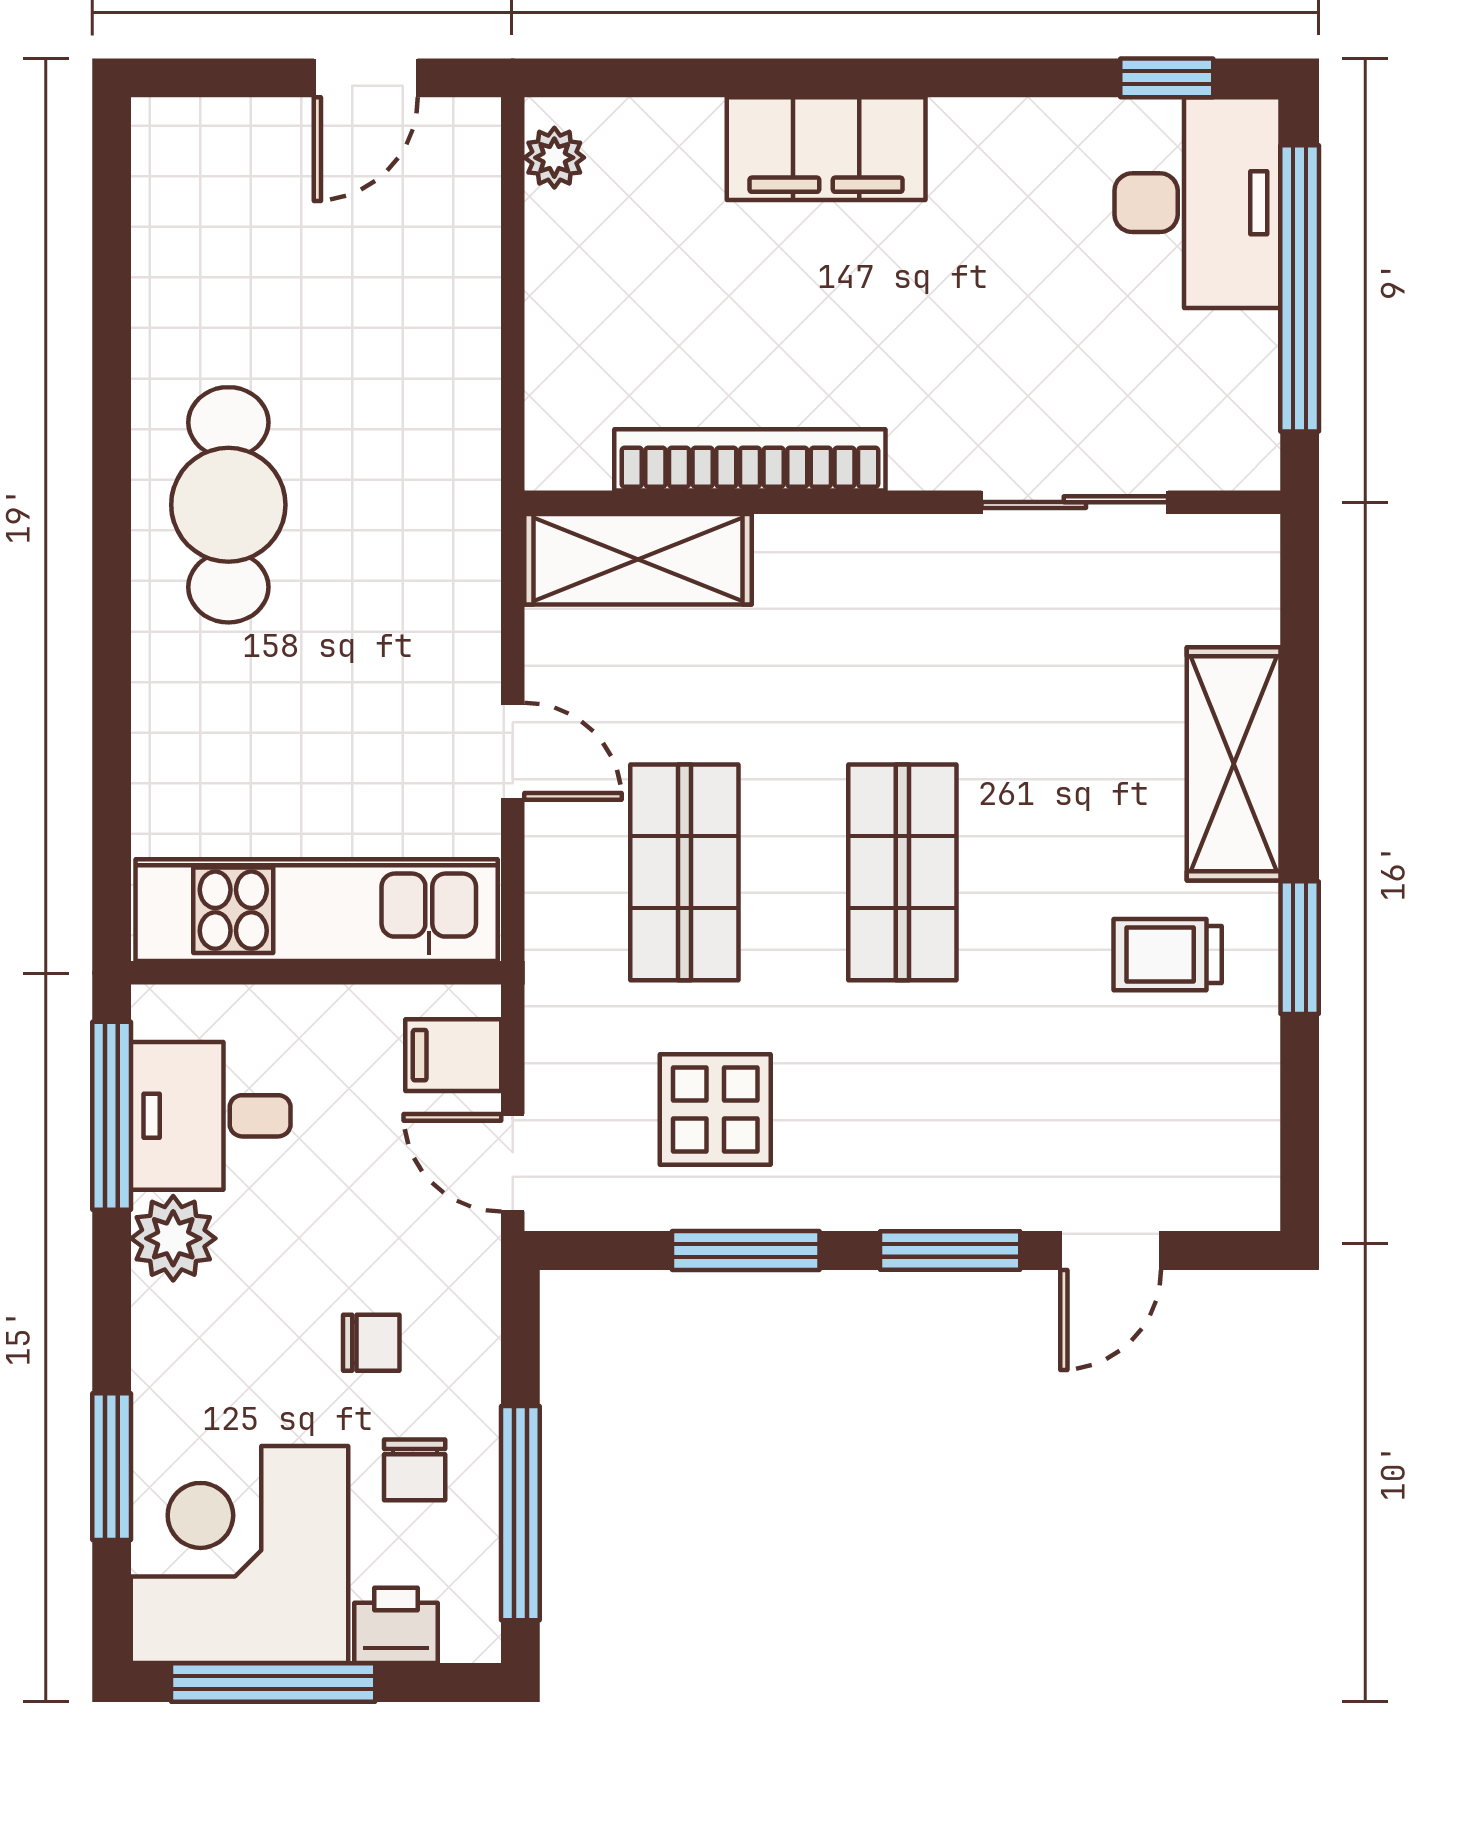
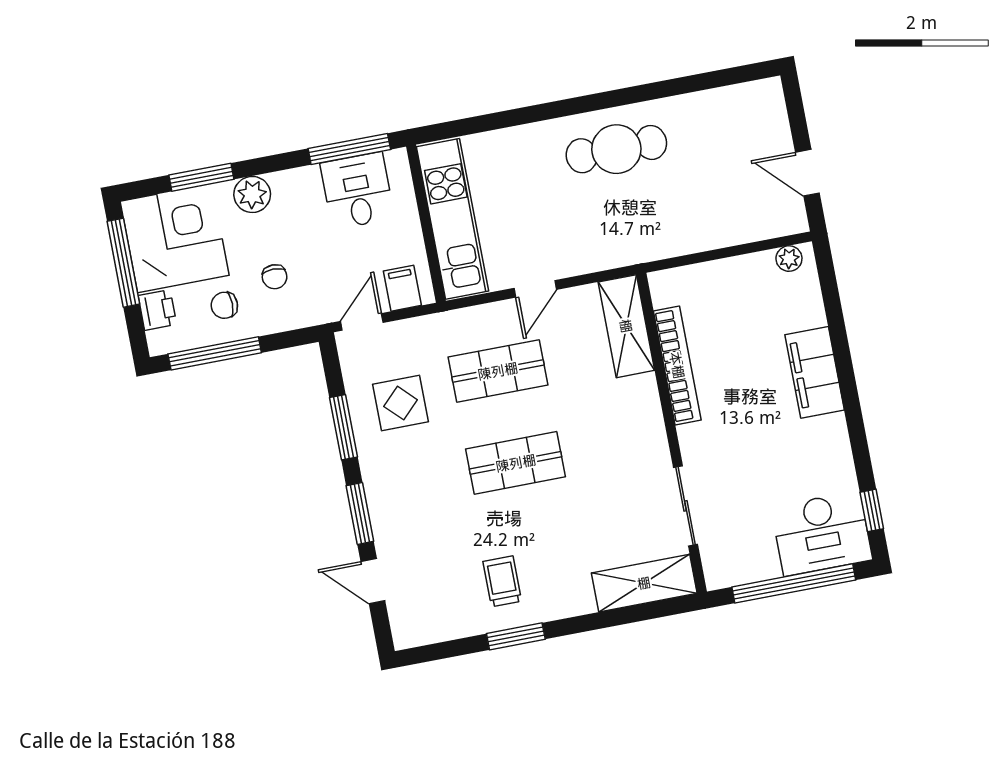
shelving: (1234, 764) -> (644, 583), moved
plant: (173, 1238) -> (252, 194), moved

